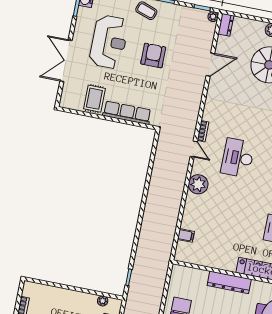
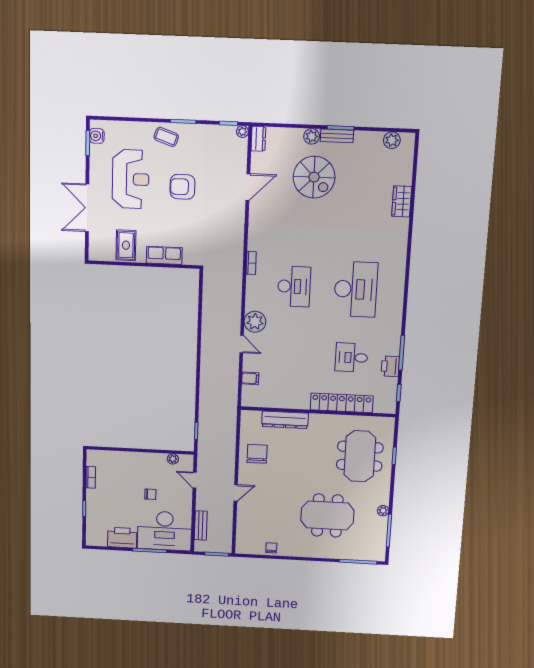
armchair: (153, 55) -> (182, 187), turned -90
row of seats: (127, 113) -> (164, 255), width x0.68
door: (194, 149) -> (242, 344), moved
desk: (238, 158) -> (294, 286), turned 180
dresser: (229, 282) -> (285, 420), moved

